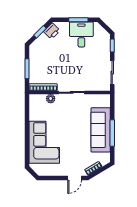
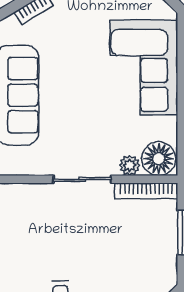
floor lamp: (38, 102) -> (159, 159), added

